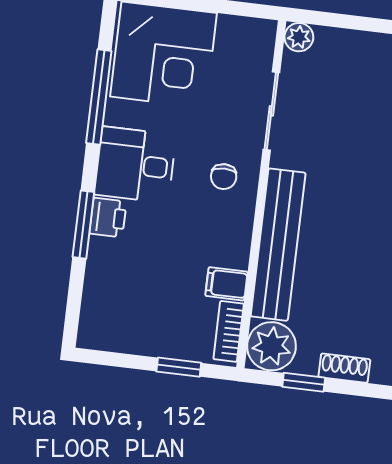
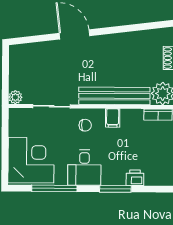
printer: (108, 218) -> (135, 178), moved
filing cabinet: (226, 284) -> (113, 118), moved

